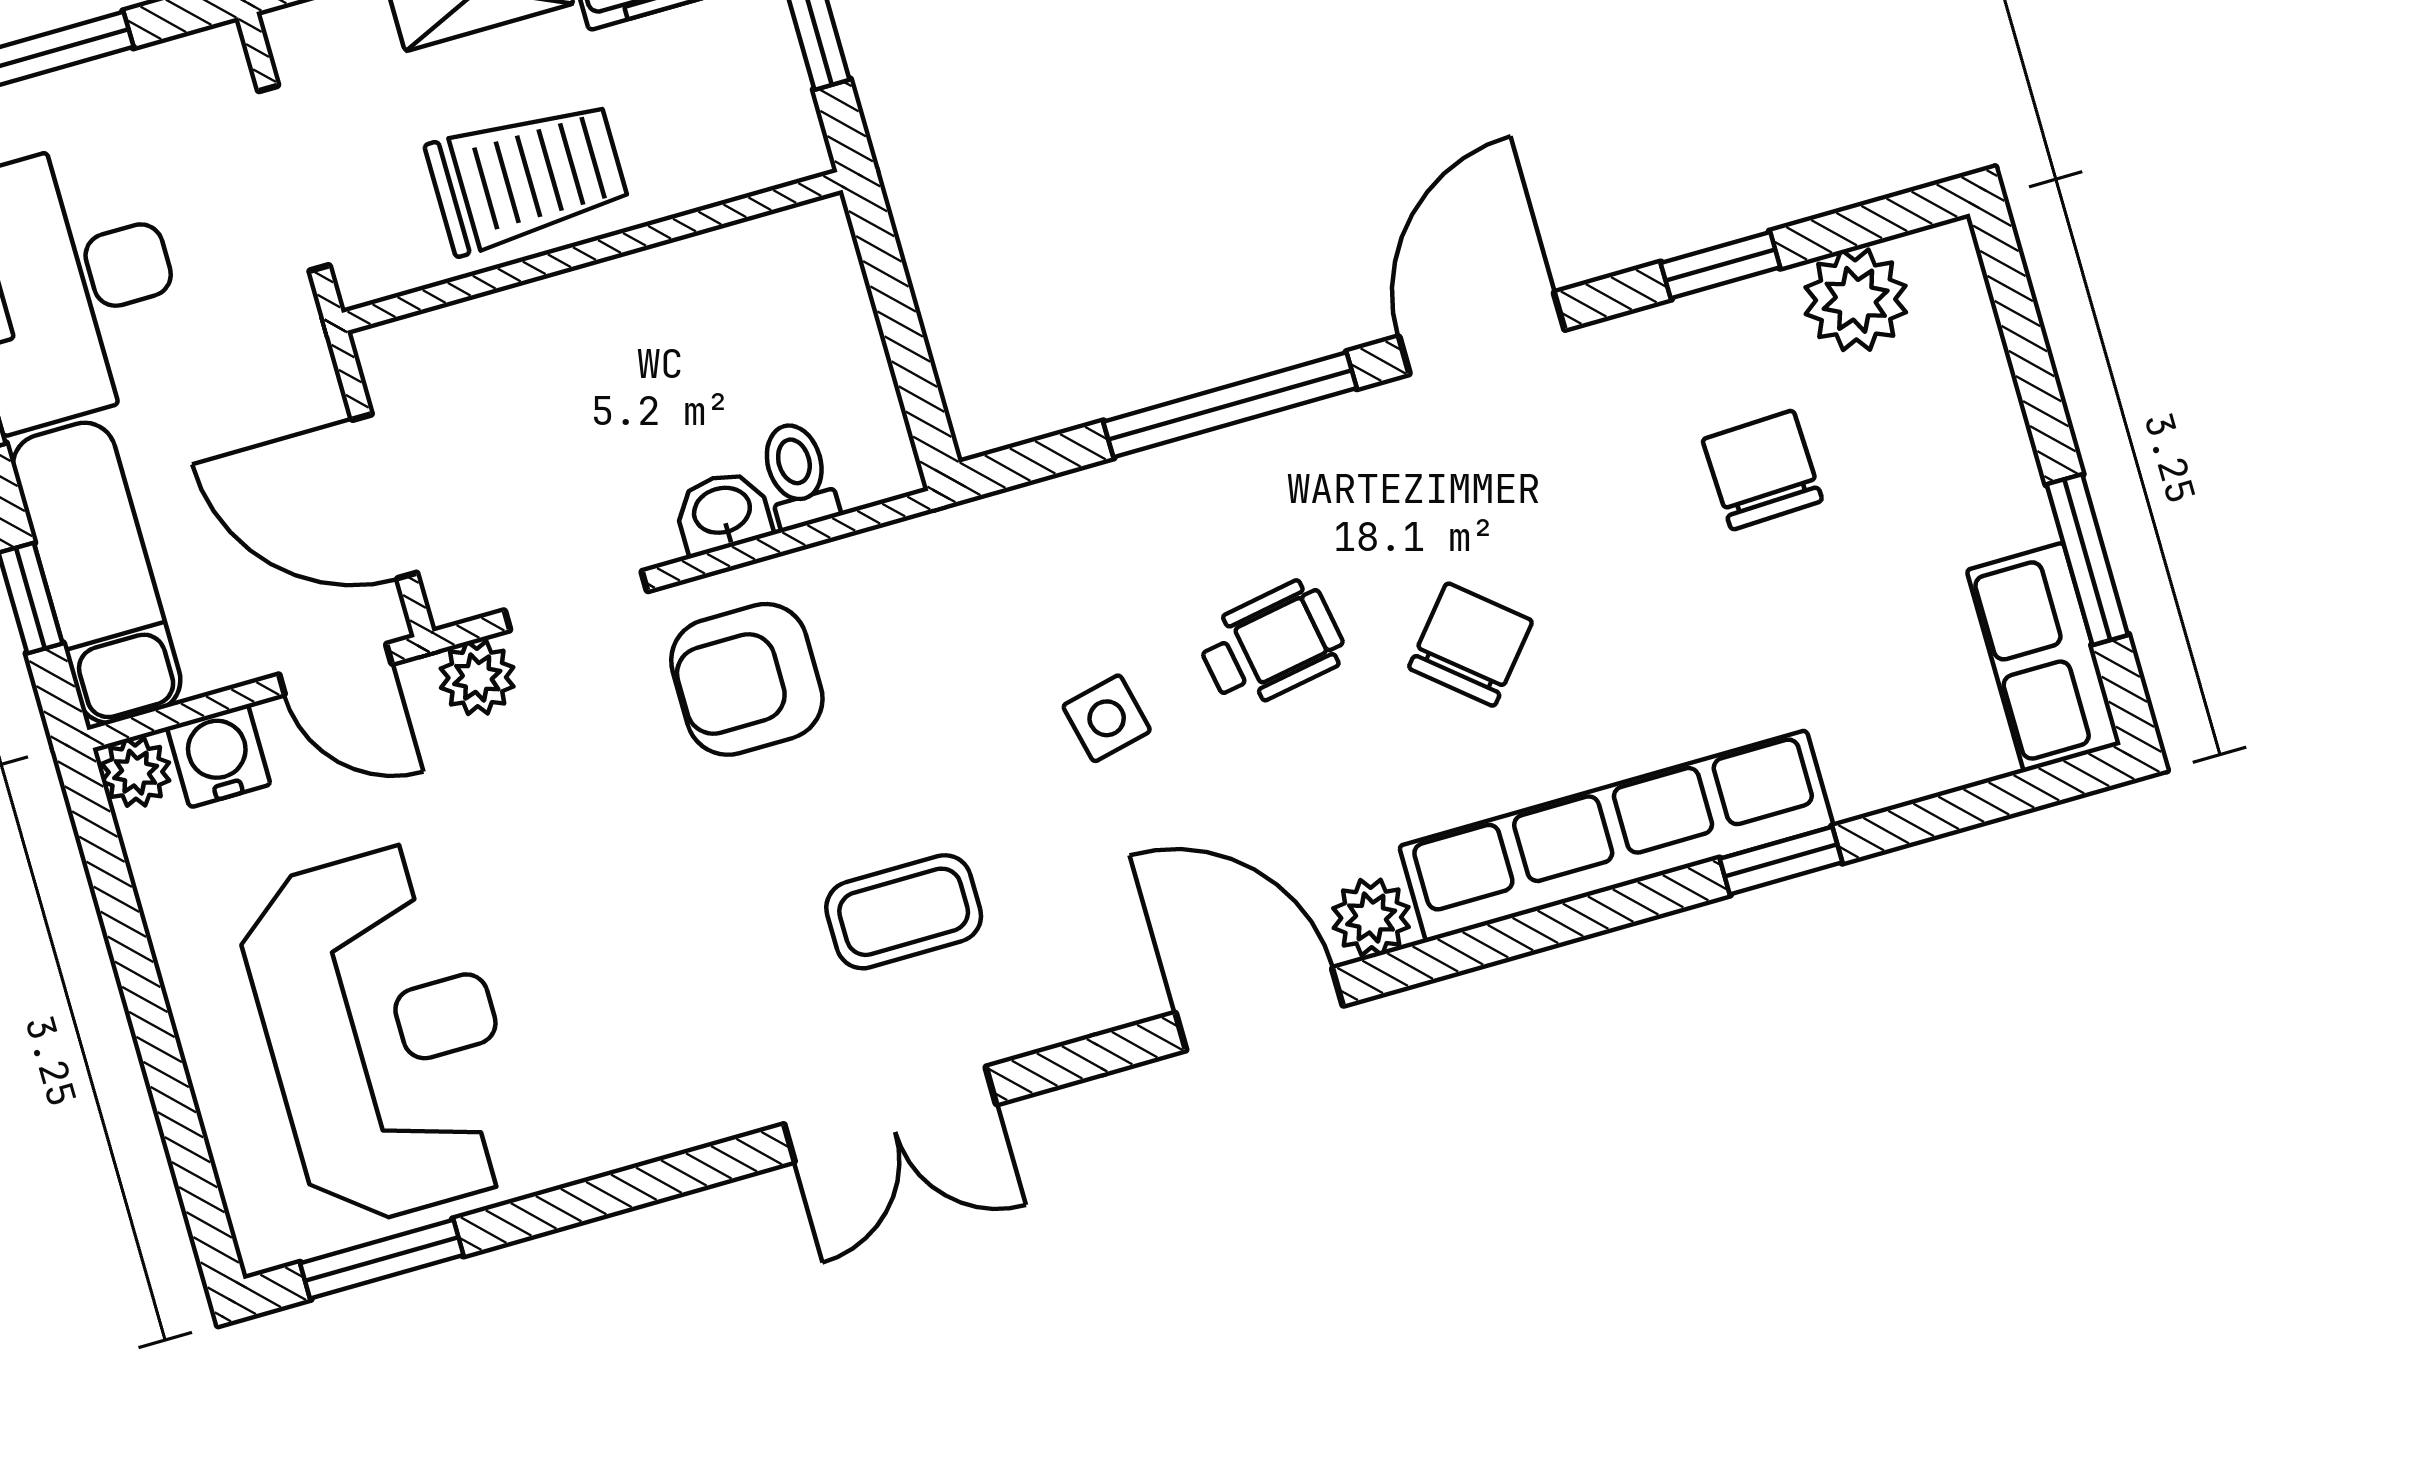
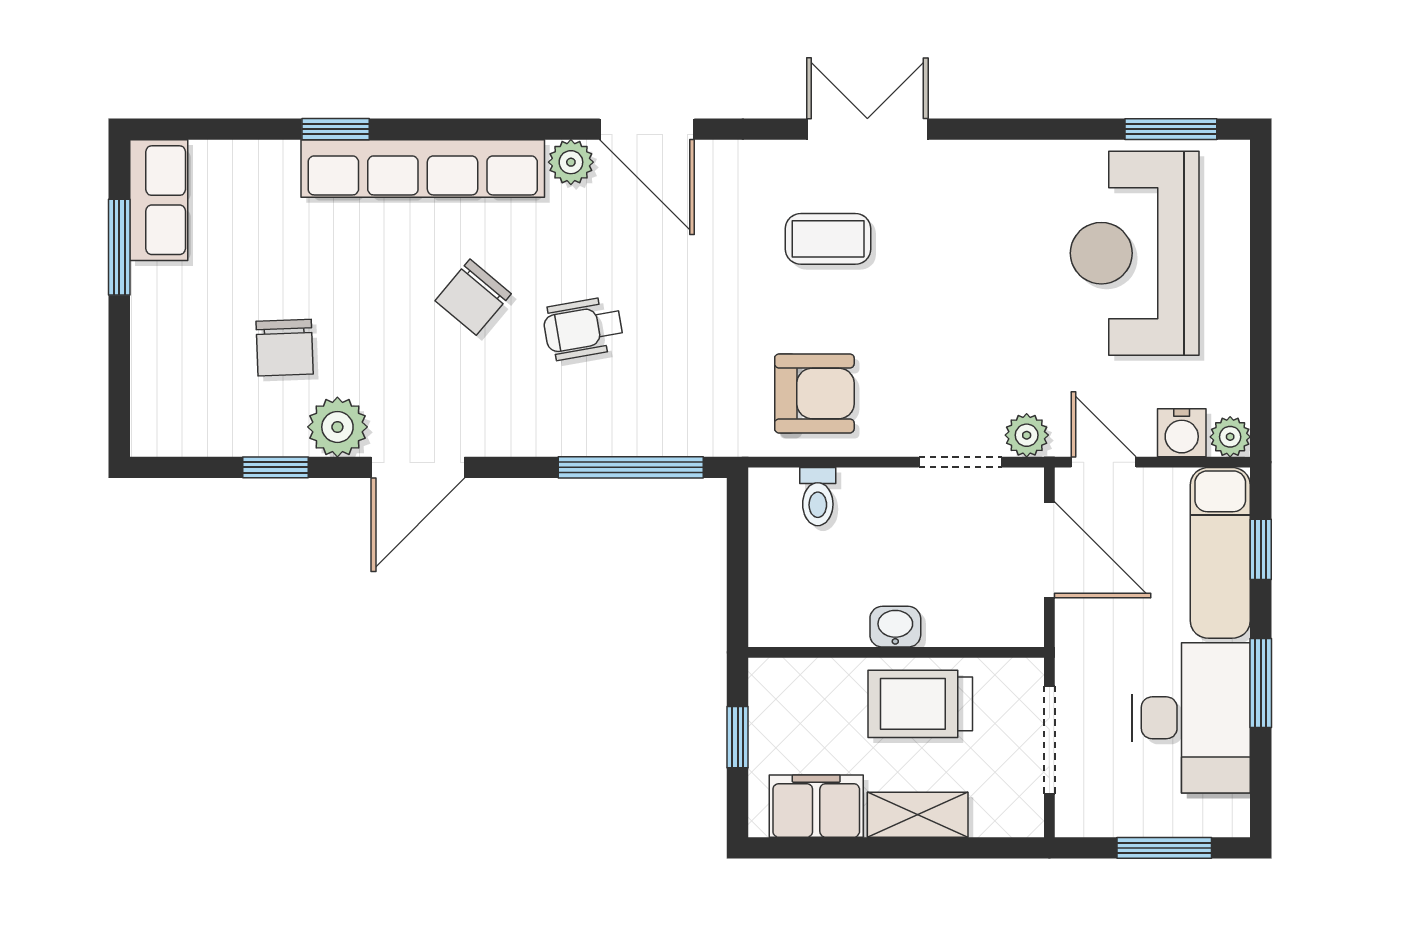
plant: (1856, 300) -> (337, 427), moved
window: (1230, 405) -> (631, 467), moved
washbasin: (723, 512) -> (895, 627), moved, turned 180
armchair: (747, 679) -> (814, 393), moved
side table: (1107, 718) -> (686, 314), removed

